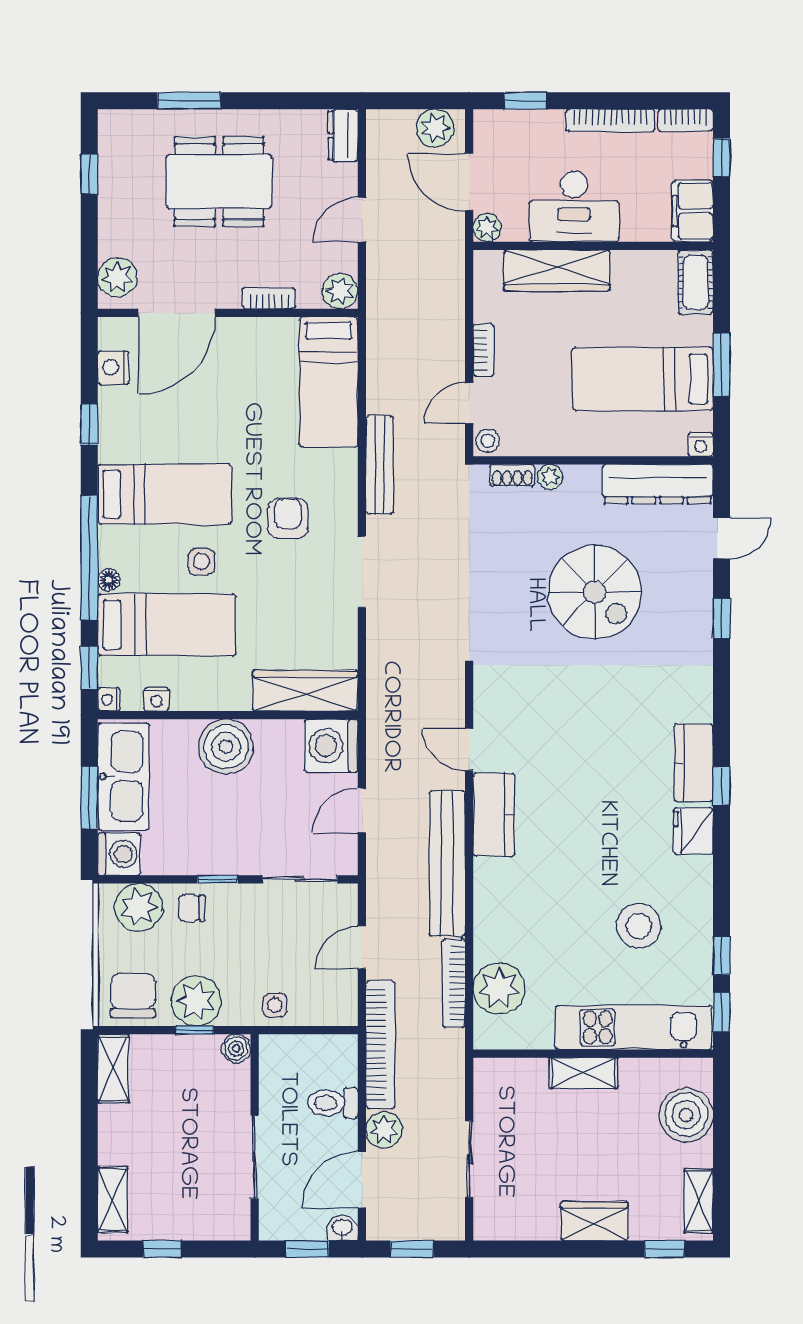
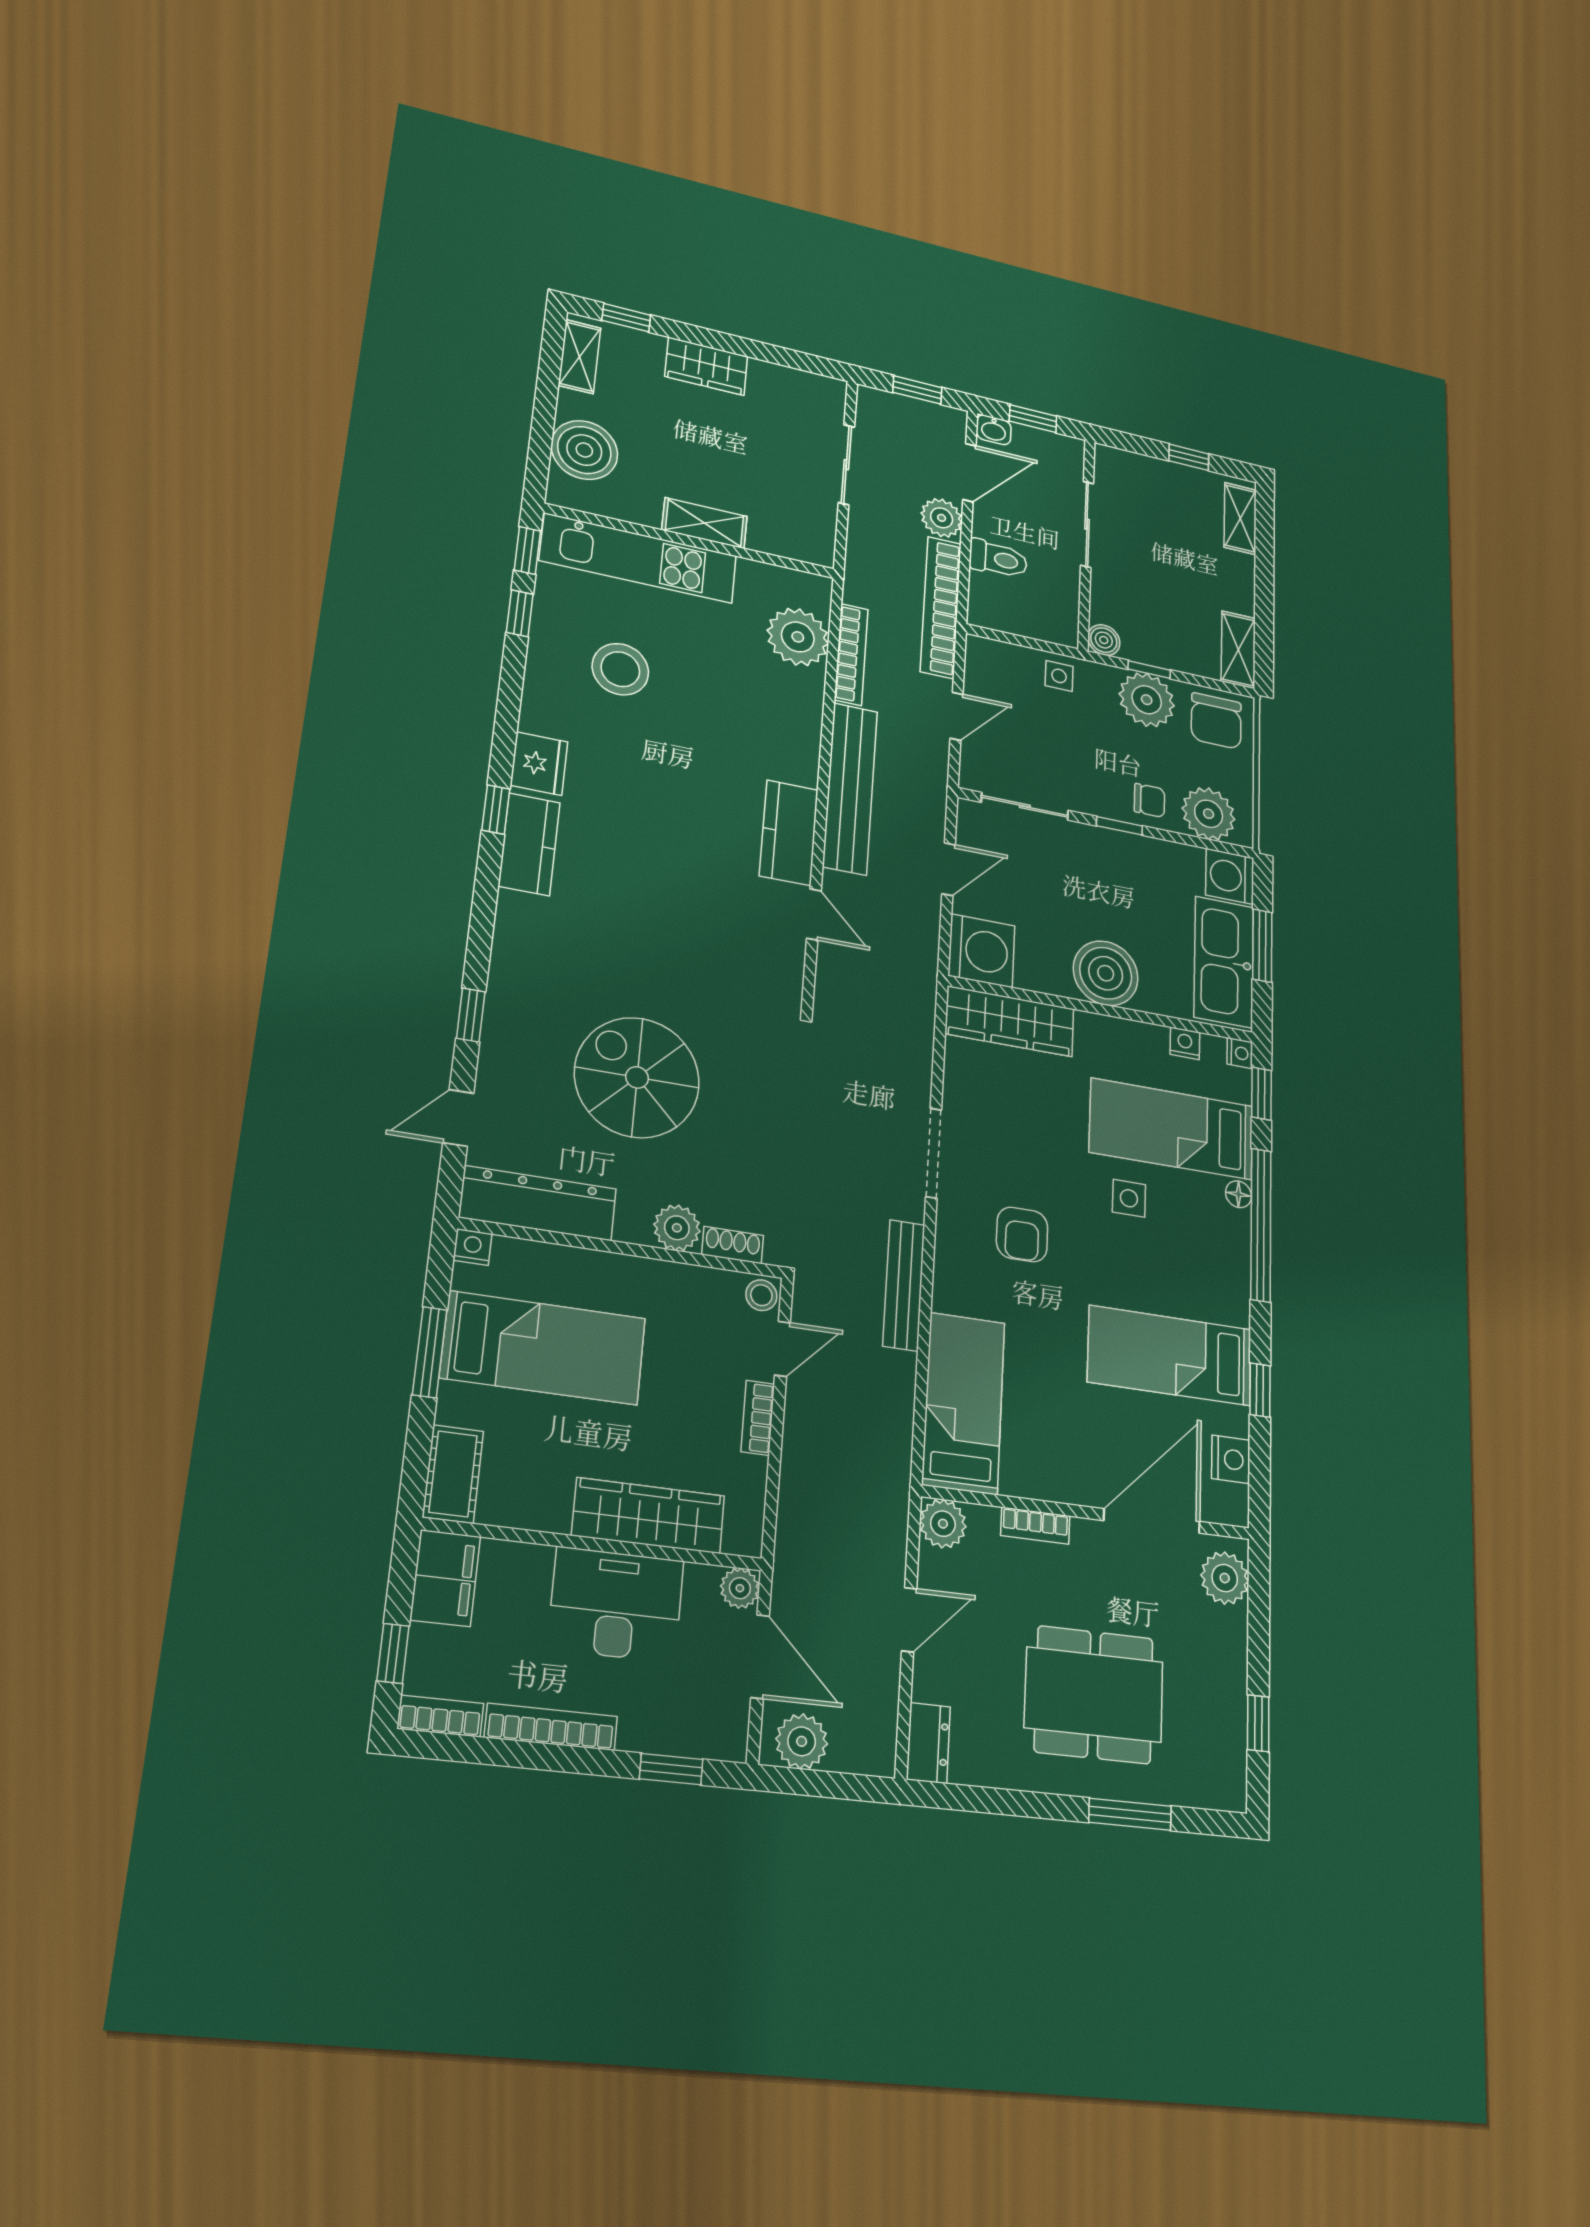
plant: (550, 477) -> (677, 1228), width x1.38, depth x1.38
bed: (165, 494) -> (1170, 1356), moved

